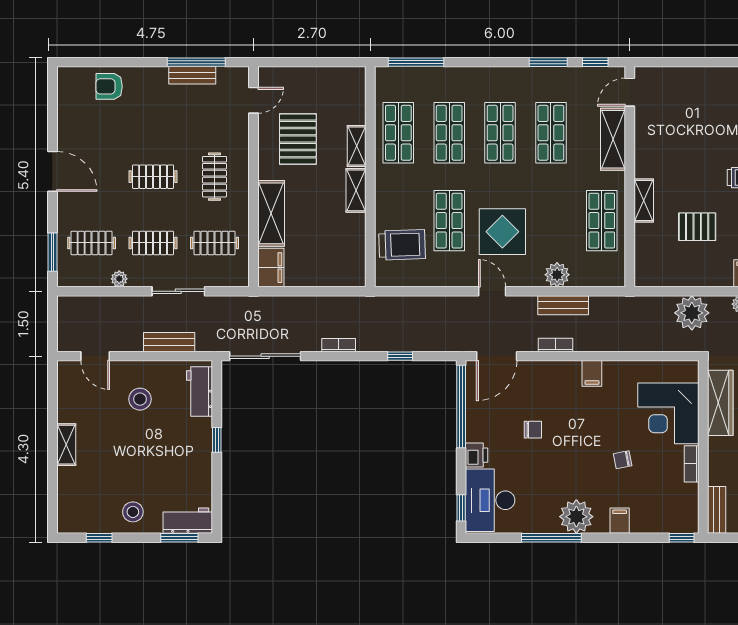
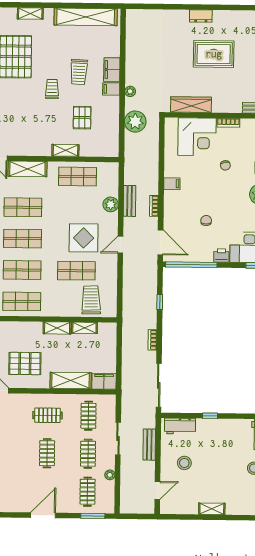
shelving: (357, 146) -> (84, 328), moved

